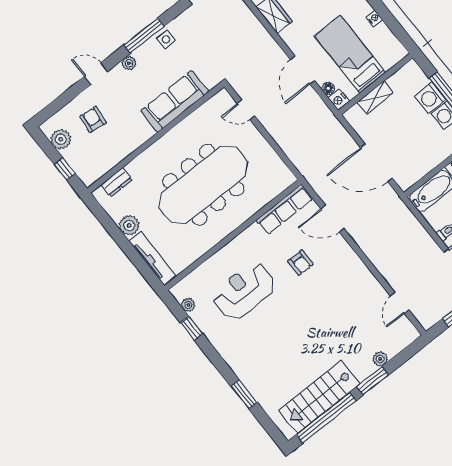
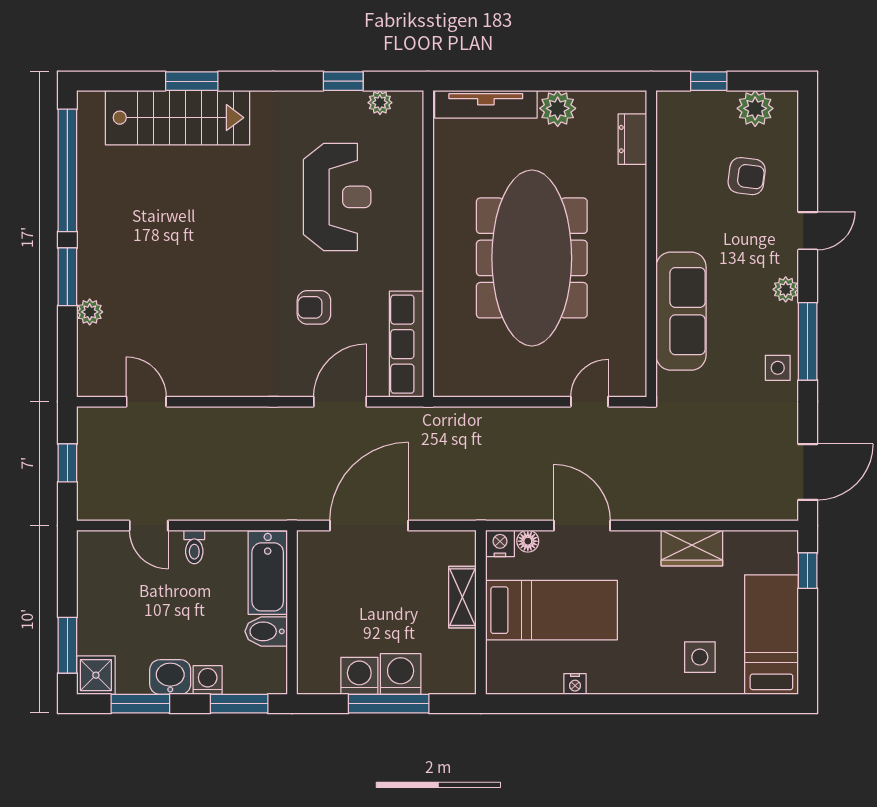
stairs: (320, 397) -> (177, 118), moved, turned 90

